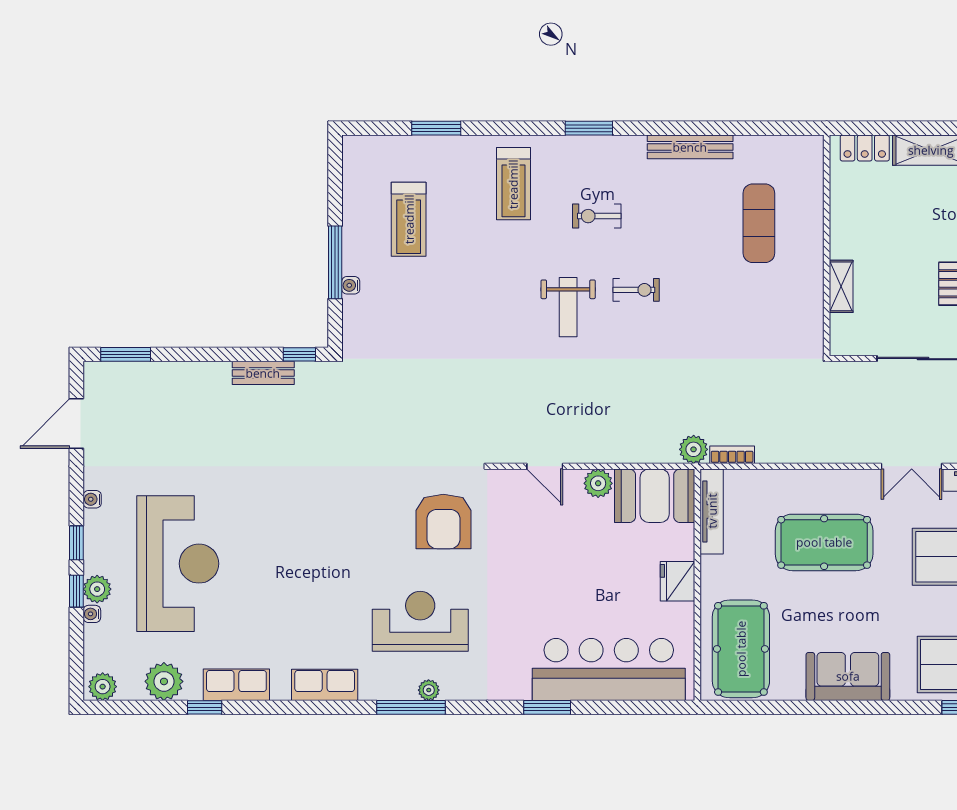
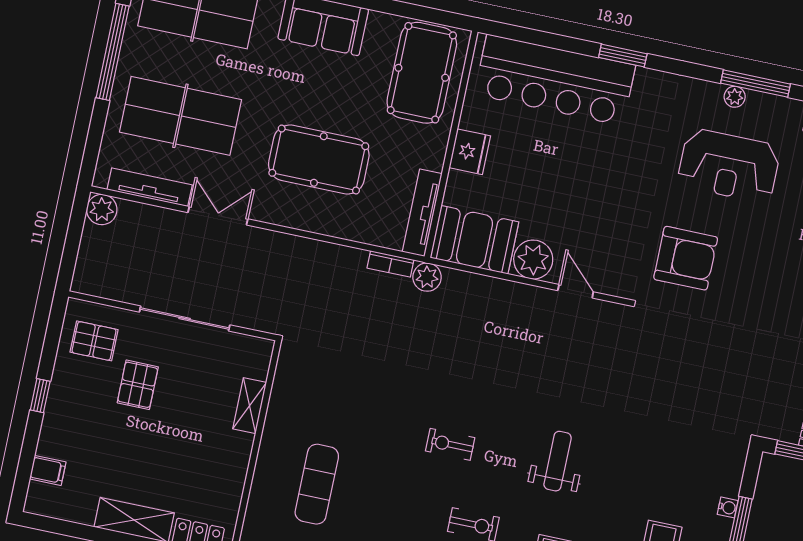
weight bench: (568, 307) -> (558, 461), moved
plant: (598, 483) -> (533, 260), width x1.36, depth x1.36
armchair: (443, 521) -> (686, 258), turned 90

